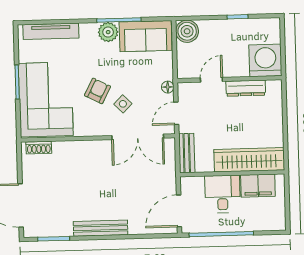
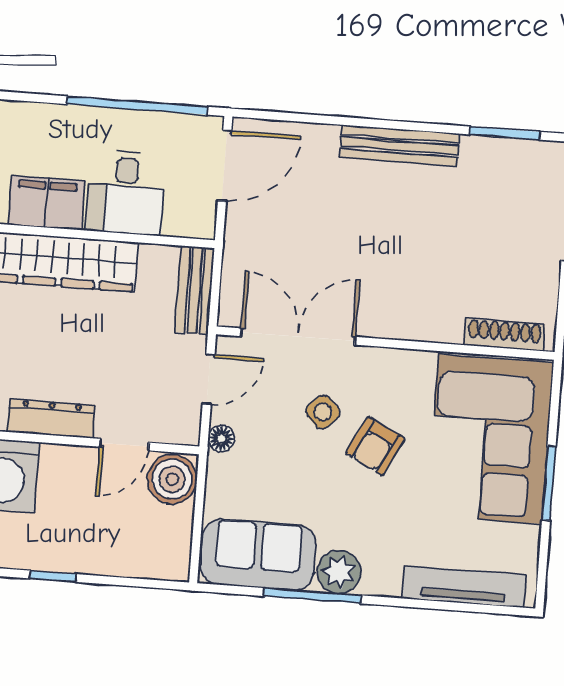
boiler: (187, 31) -> (172, 479), moved
shoe rack: (39, 148) -> (504, 335), width x1.43

